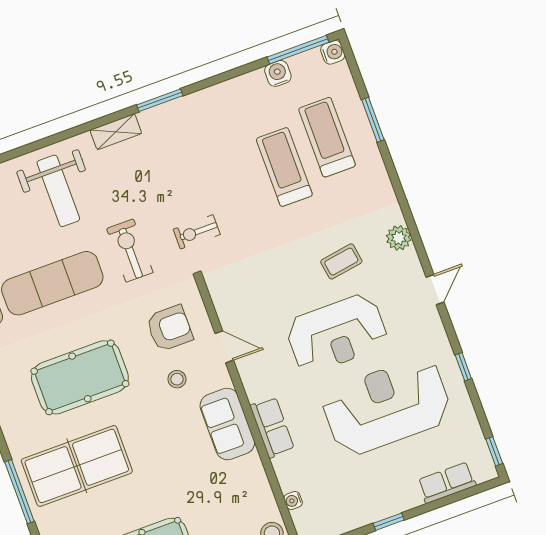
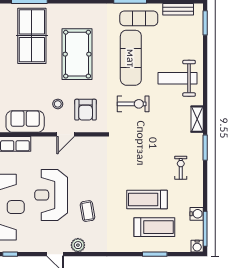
treadmill: (284, 167) -> (147, 199), turned 180
exercise bike: (197, 232) -> (181, 168), moved
plant: (399, 238) -> (78, 245), moved

